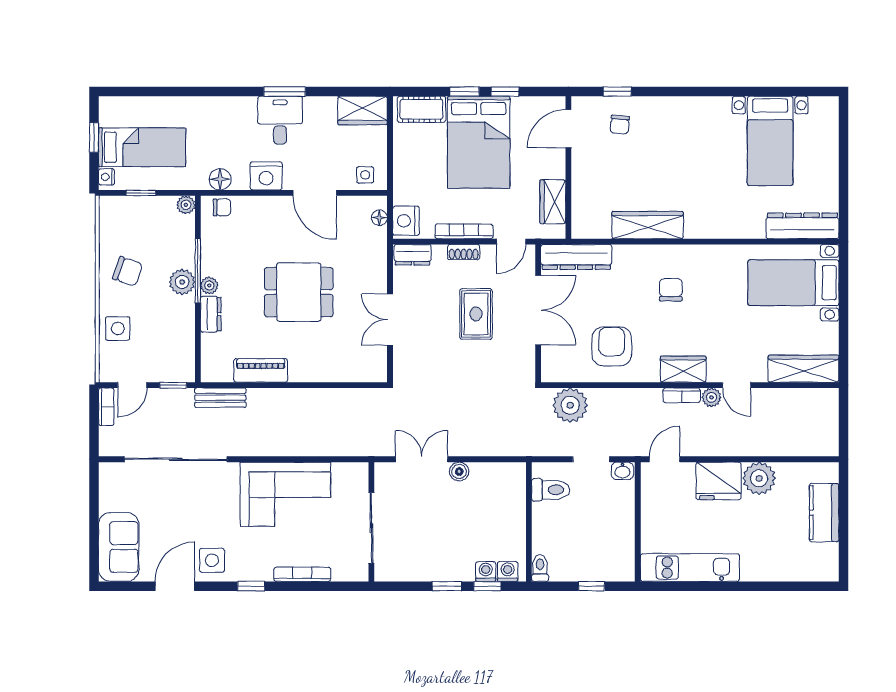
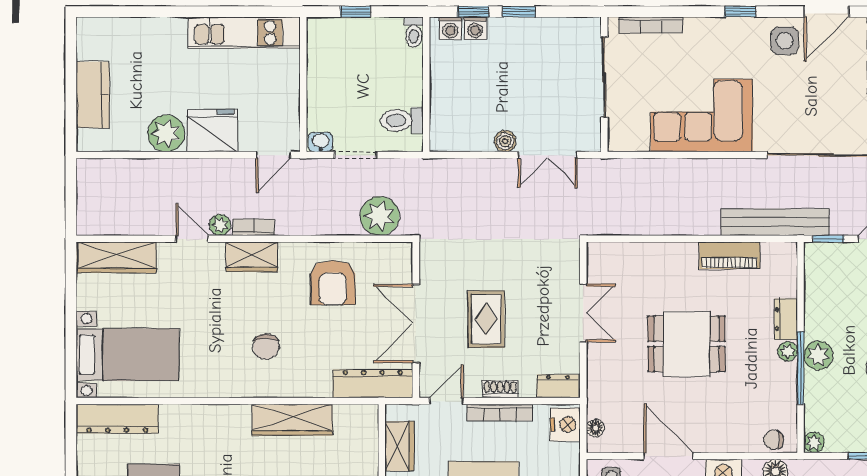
bench: (220, 398) -> (775, 222), width x1.86, depth x1.21
bookcase: (302, 574) -> (651, 25), moved

